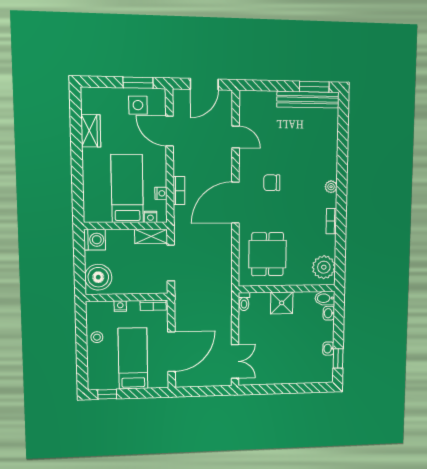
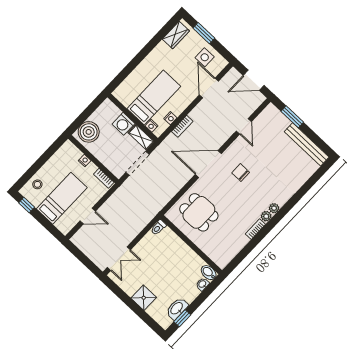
window: (138, 83) -> (204, 33), moved
window: (314, 87) -> (292, 117), moved
wardrobe: (91, 131) -> (176, 35), moved
washing machine: (95, 240) -> (123, 124), moved, turned 90
dining table: (267, 254) -> (199, 212), turned 90
plant: (324, 267) -> (266, 216), moved, width x0.53, depth x0.53
shower: (282, 303) -> (144, 298), moved
stool: (97, 337) -> (37, 184), moved
washbasin: (328, 349) -> (177, 309), width x1.91, depth x1.45
door: (172, 352) -> (88, 216), width x0.53

